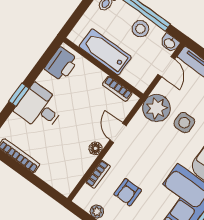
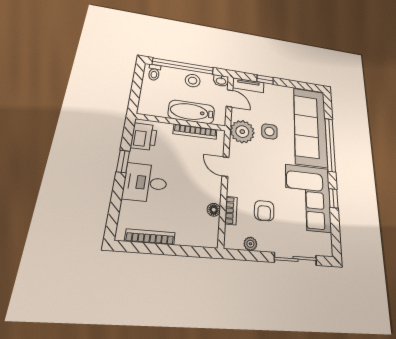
bathtub: (105, 52) -> (191, 112), moved
bookcase: (117, 89) -> (195, 132), width x1.56
window: (19, 95) -> (123, 161), moved
floor lamp: (95, 148) -> (214, 210), moved

